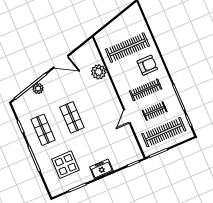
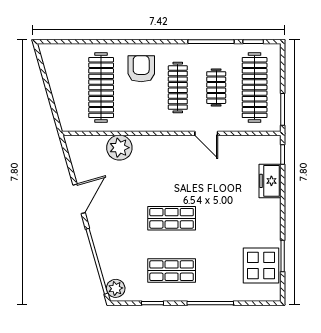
plant: (38, 88) -> (116, 288), moved
display table: (66, 165) -> (261, 266), moved
freezer: (101, 169) -> (270, 181), moved

